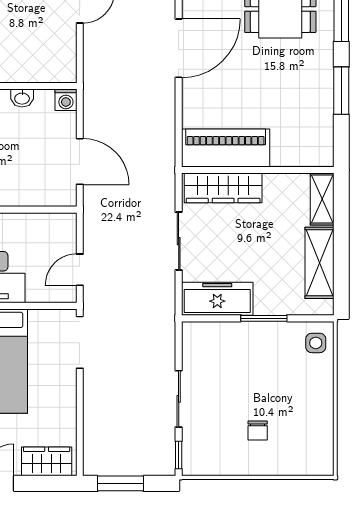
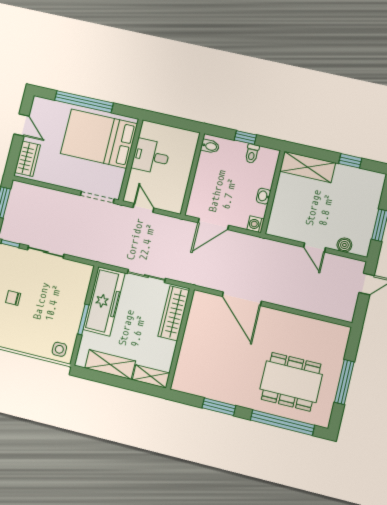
door: (179, 48) -> (242, 299), moved
piano: (226, 148) -> (199, 321), removed
freezer: (217, 299) -> (104, 301), width x1.36, depth x1.26

